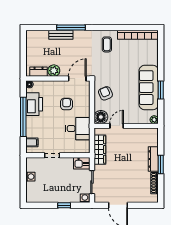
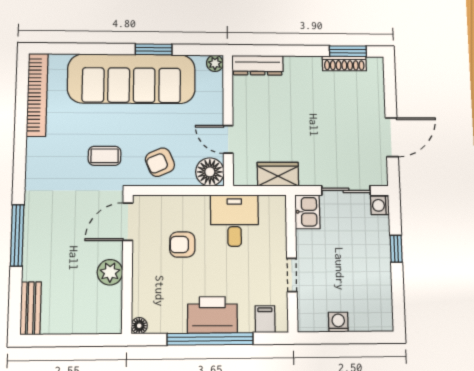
bench: (61, 35) -> (31, 308), moved
coffee table: (107, 44) -> (105, 156), moved
dresser: (39, 72) -> (112, 306), removed
door: (77, 79) -> (128, 222), hinge flipped
sofa: (149, 88) -> (131, 79), width x1.36, depth x1.27
printer: (34, 104) -> (212, 315), moved
wardrobe: (100, 150) -> (278, 174), width x0.67
dresser: (153, 159) -> (258, 65), moved
window: (161, 165) -> (348, 51), moved

